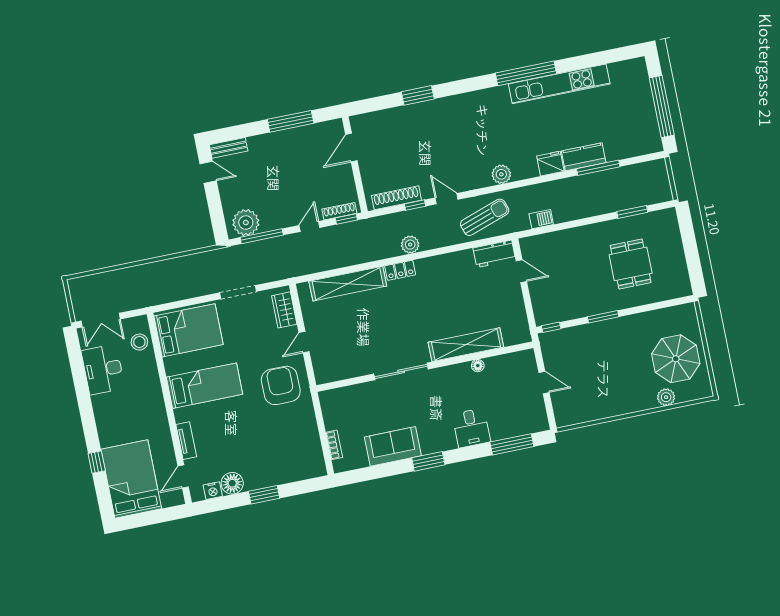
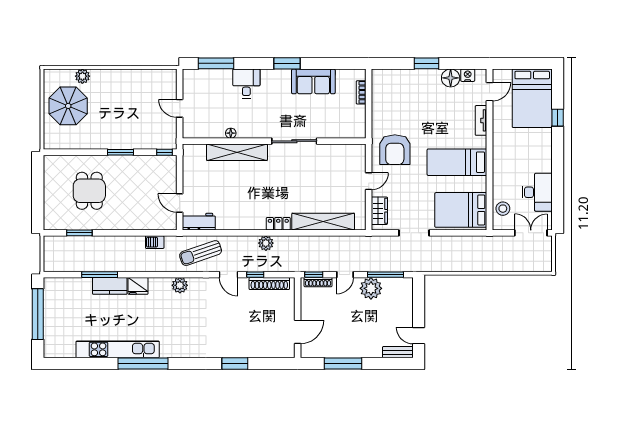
plant: (246, 223) -> (371, 288), moved

